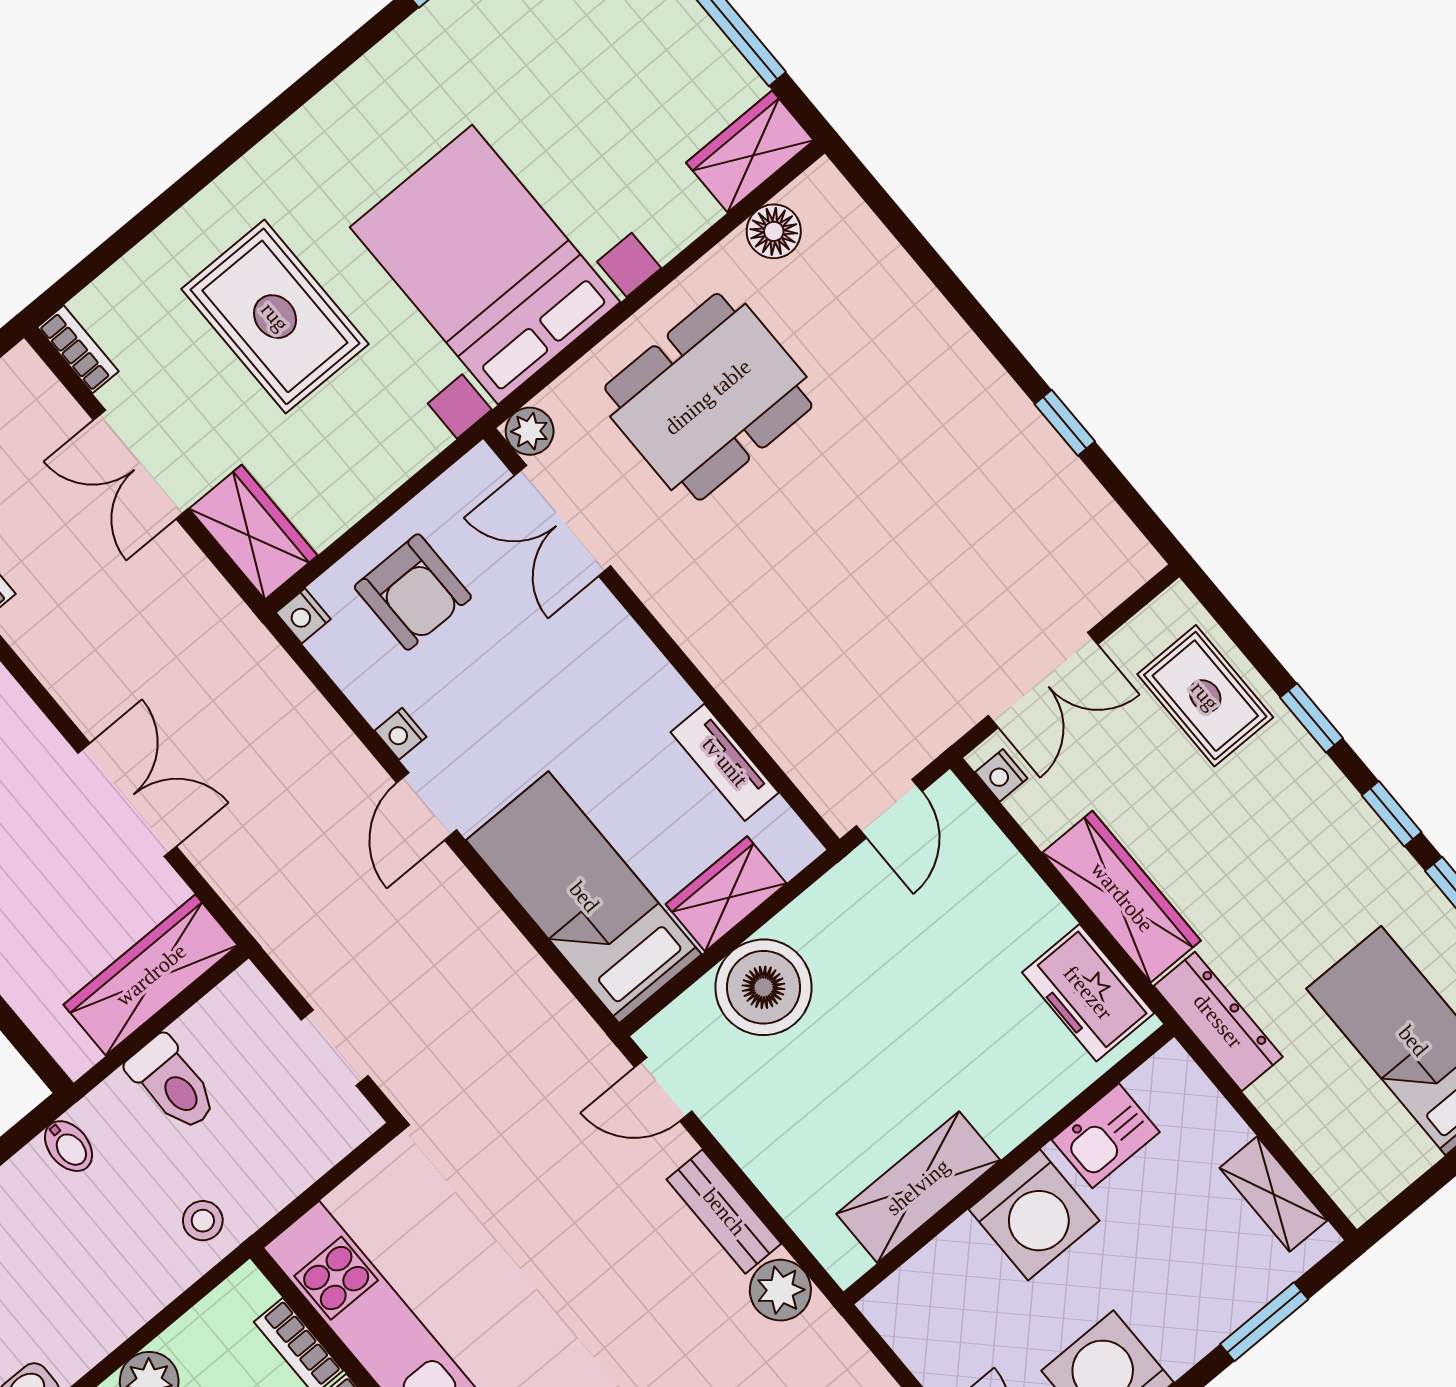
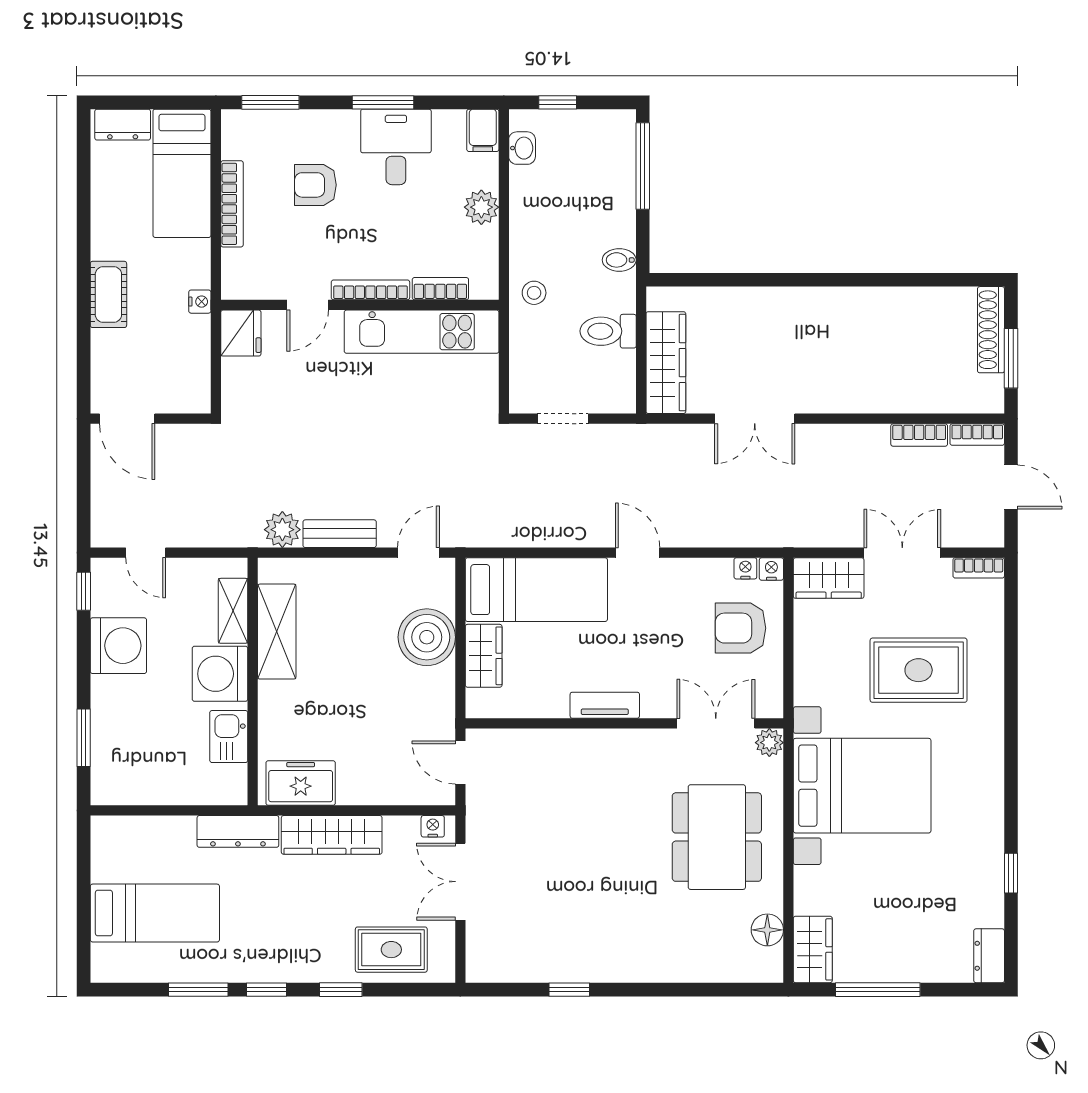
nightstand: (400, 734) -> (745, 568), moved
tv unit: (725, 762) -> (605, 705), moved
shelving: (1273, 1194) -> (233, 611), moved, turned 90

